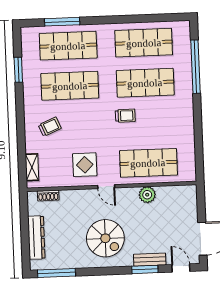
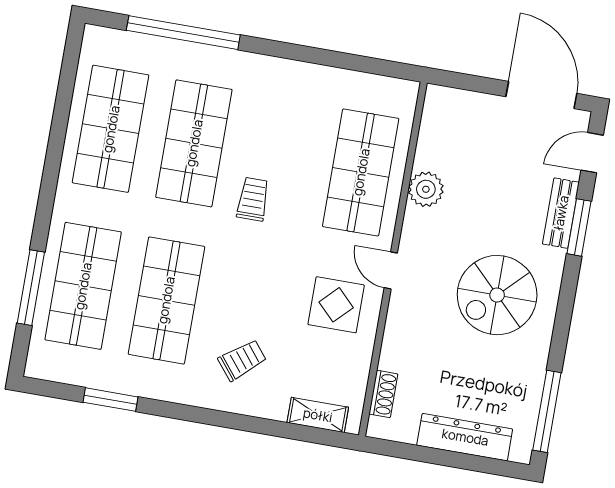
trolley: (50, 127) -> (242, 360), turned 74
door: (106, 187) -> (391, 270), swing flipped
spiral stairs: (105, 238) -> (497, 295), turned 180

